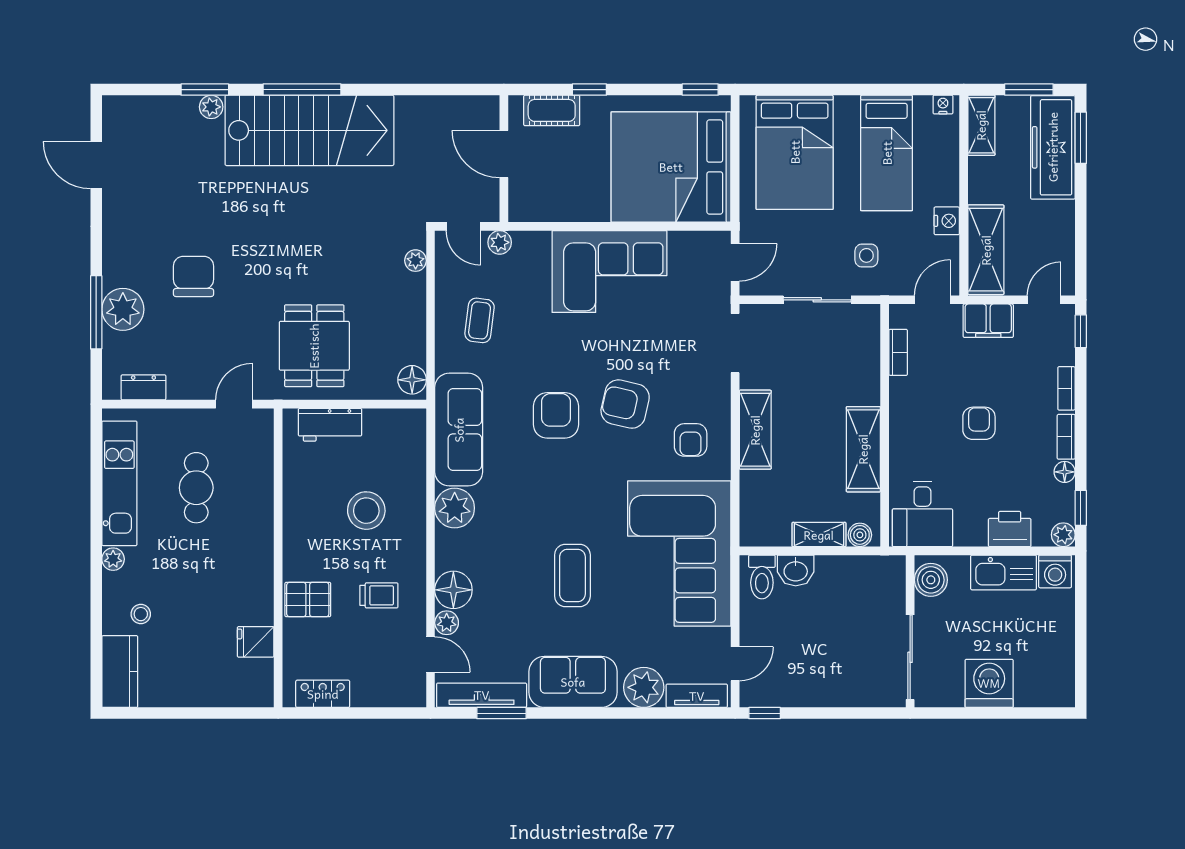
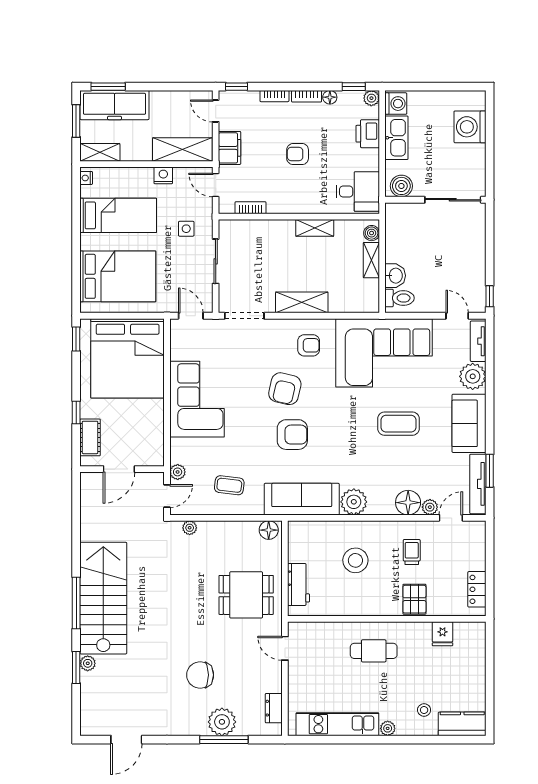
armchair: (556, 415) -> (292, 435), turned 180
shelving: (863, 449) -> (315, 228), width x0.67, depth x0.75
cafe table: (196, 488) -> (374, 651), moved
washing machine: (989, 683) -> (470, 127), moved

